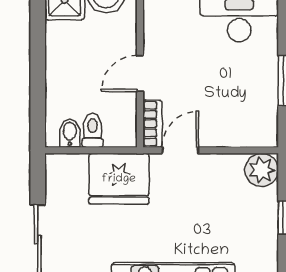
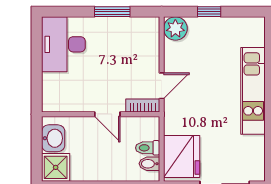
door: (180, 150) -> (162, 86), swing flipped
fridge: (119, 179) -> (182, 156), moved

